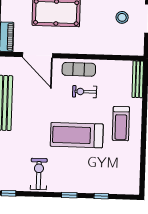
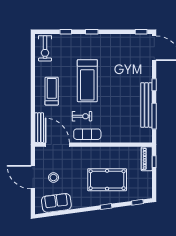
door: (38, 55) -> (57, 145), moved
treadmill: (77, 135) -> (87, 81), turned 90
exercise bike: (39, 174) -> (45, 48), moved

